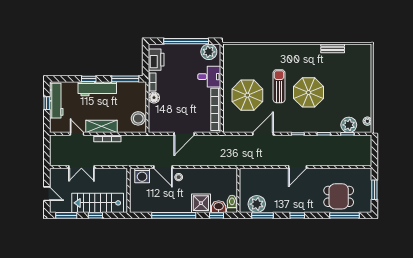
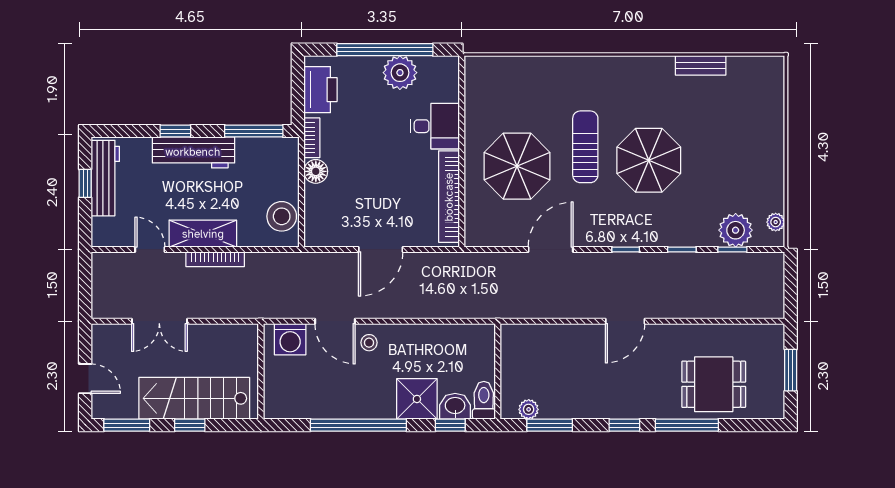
plant: (209, 52) -> (400, 73), moved
plant: (257, 204) -> (529, 409), width x0.53, depth x0.53
window: (344, 215) -> (687, 425), moved

